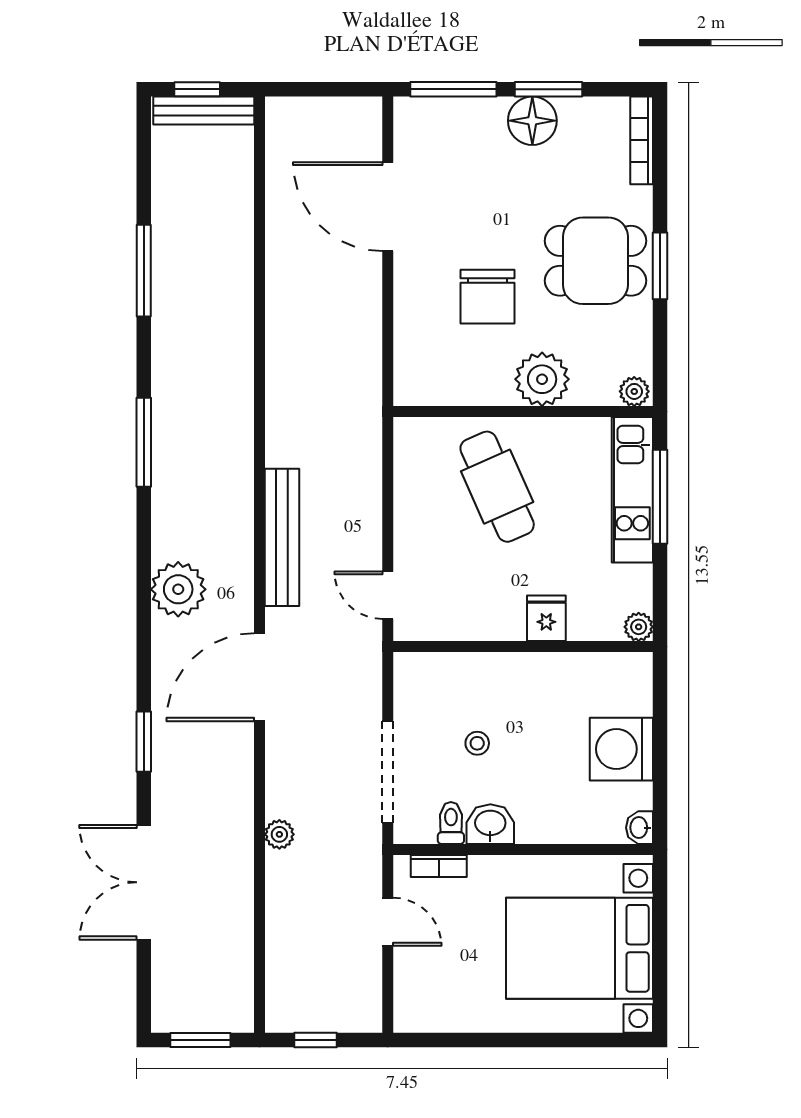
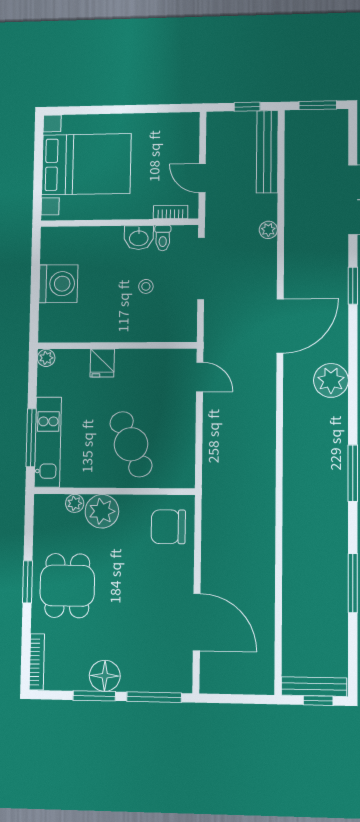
dining table: (595, 261) -> (67, 586), turned 90
chair: (487, 297) -> (168, 527), moved, turned -90
plant: (634, 391) -> (75, 503), moved
bench: (282, 537) -> (267, 152), moved
washbasin: (640, 828) -> (49, 237), removed

